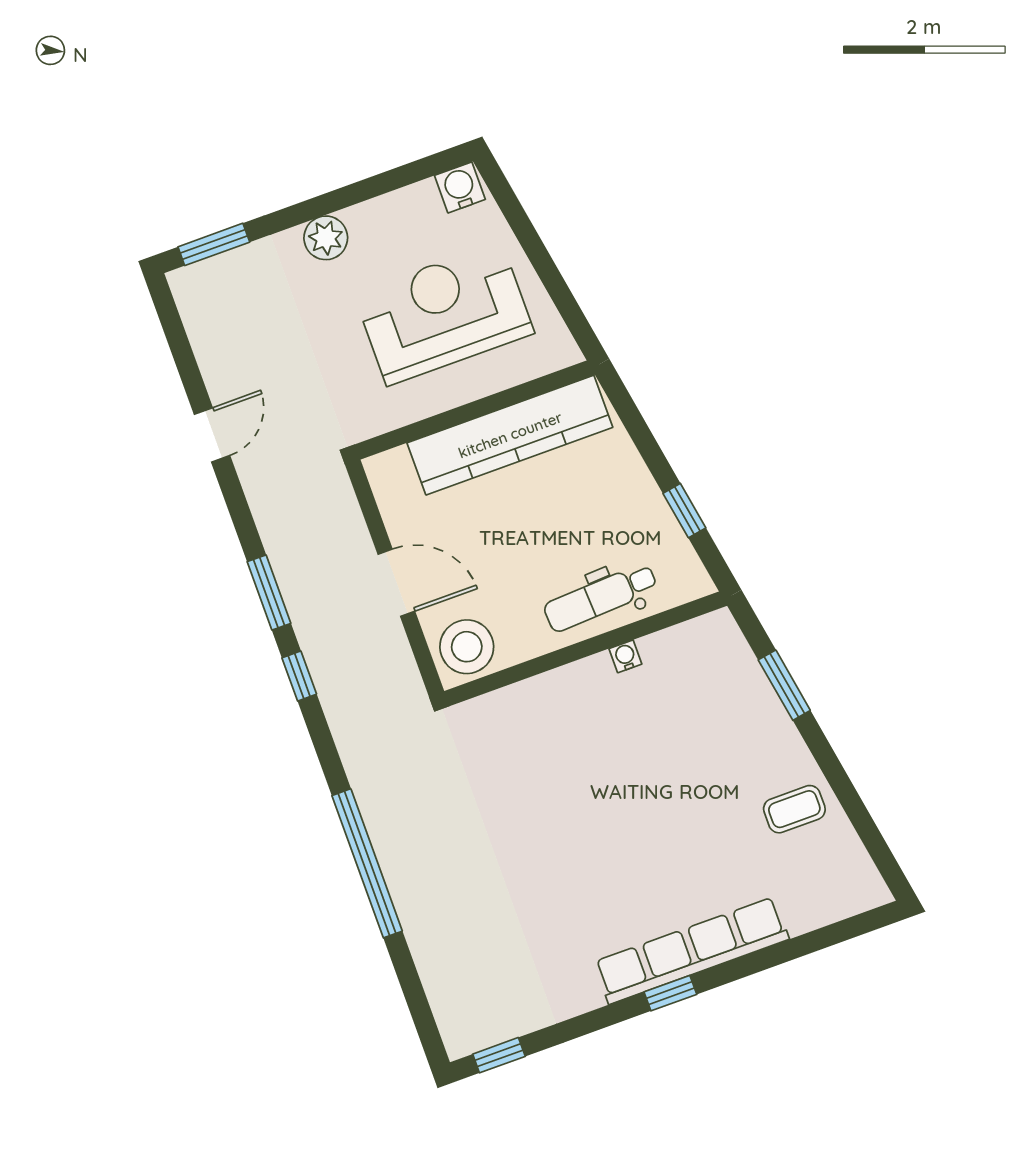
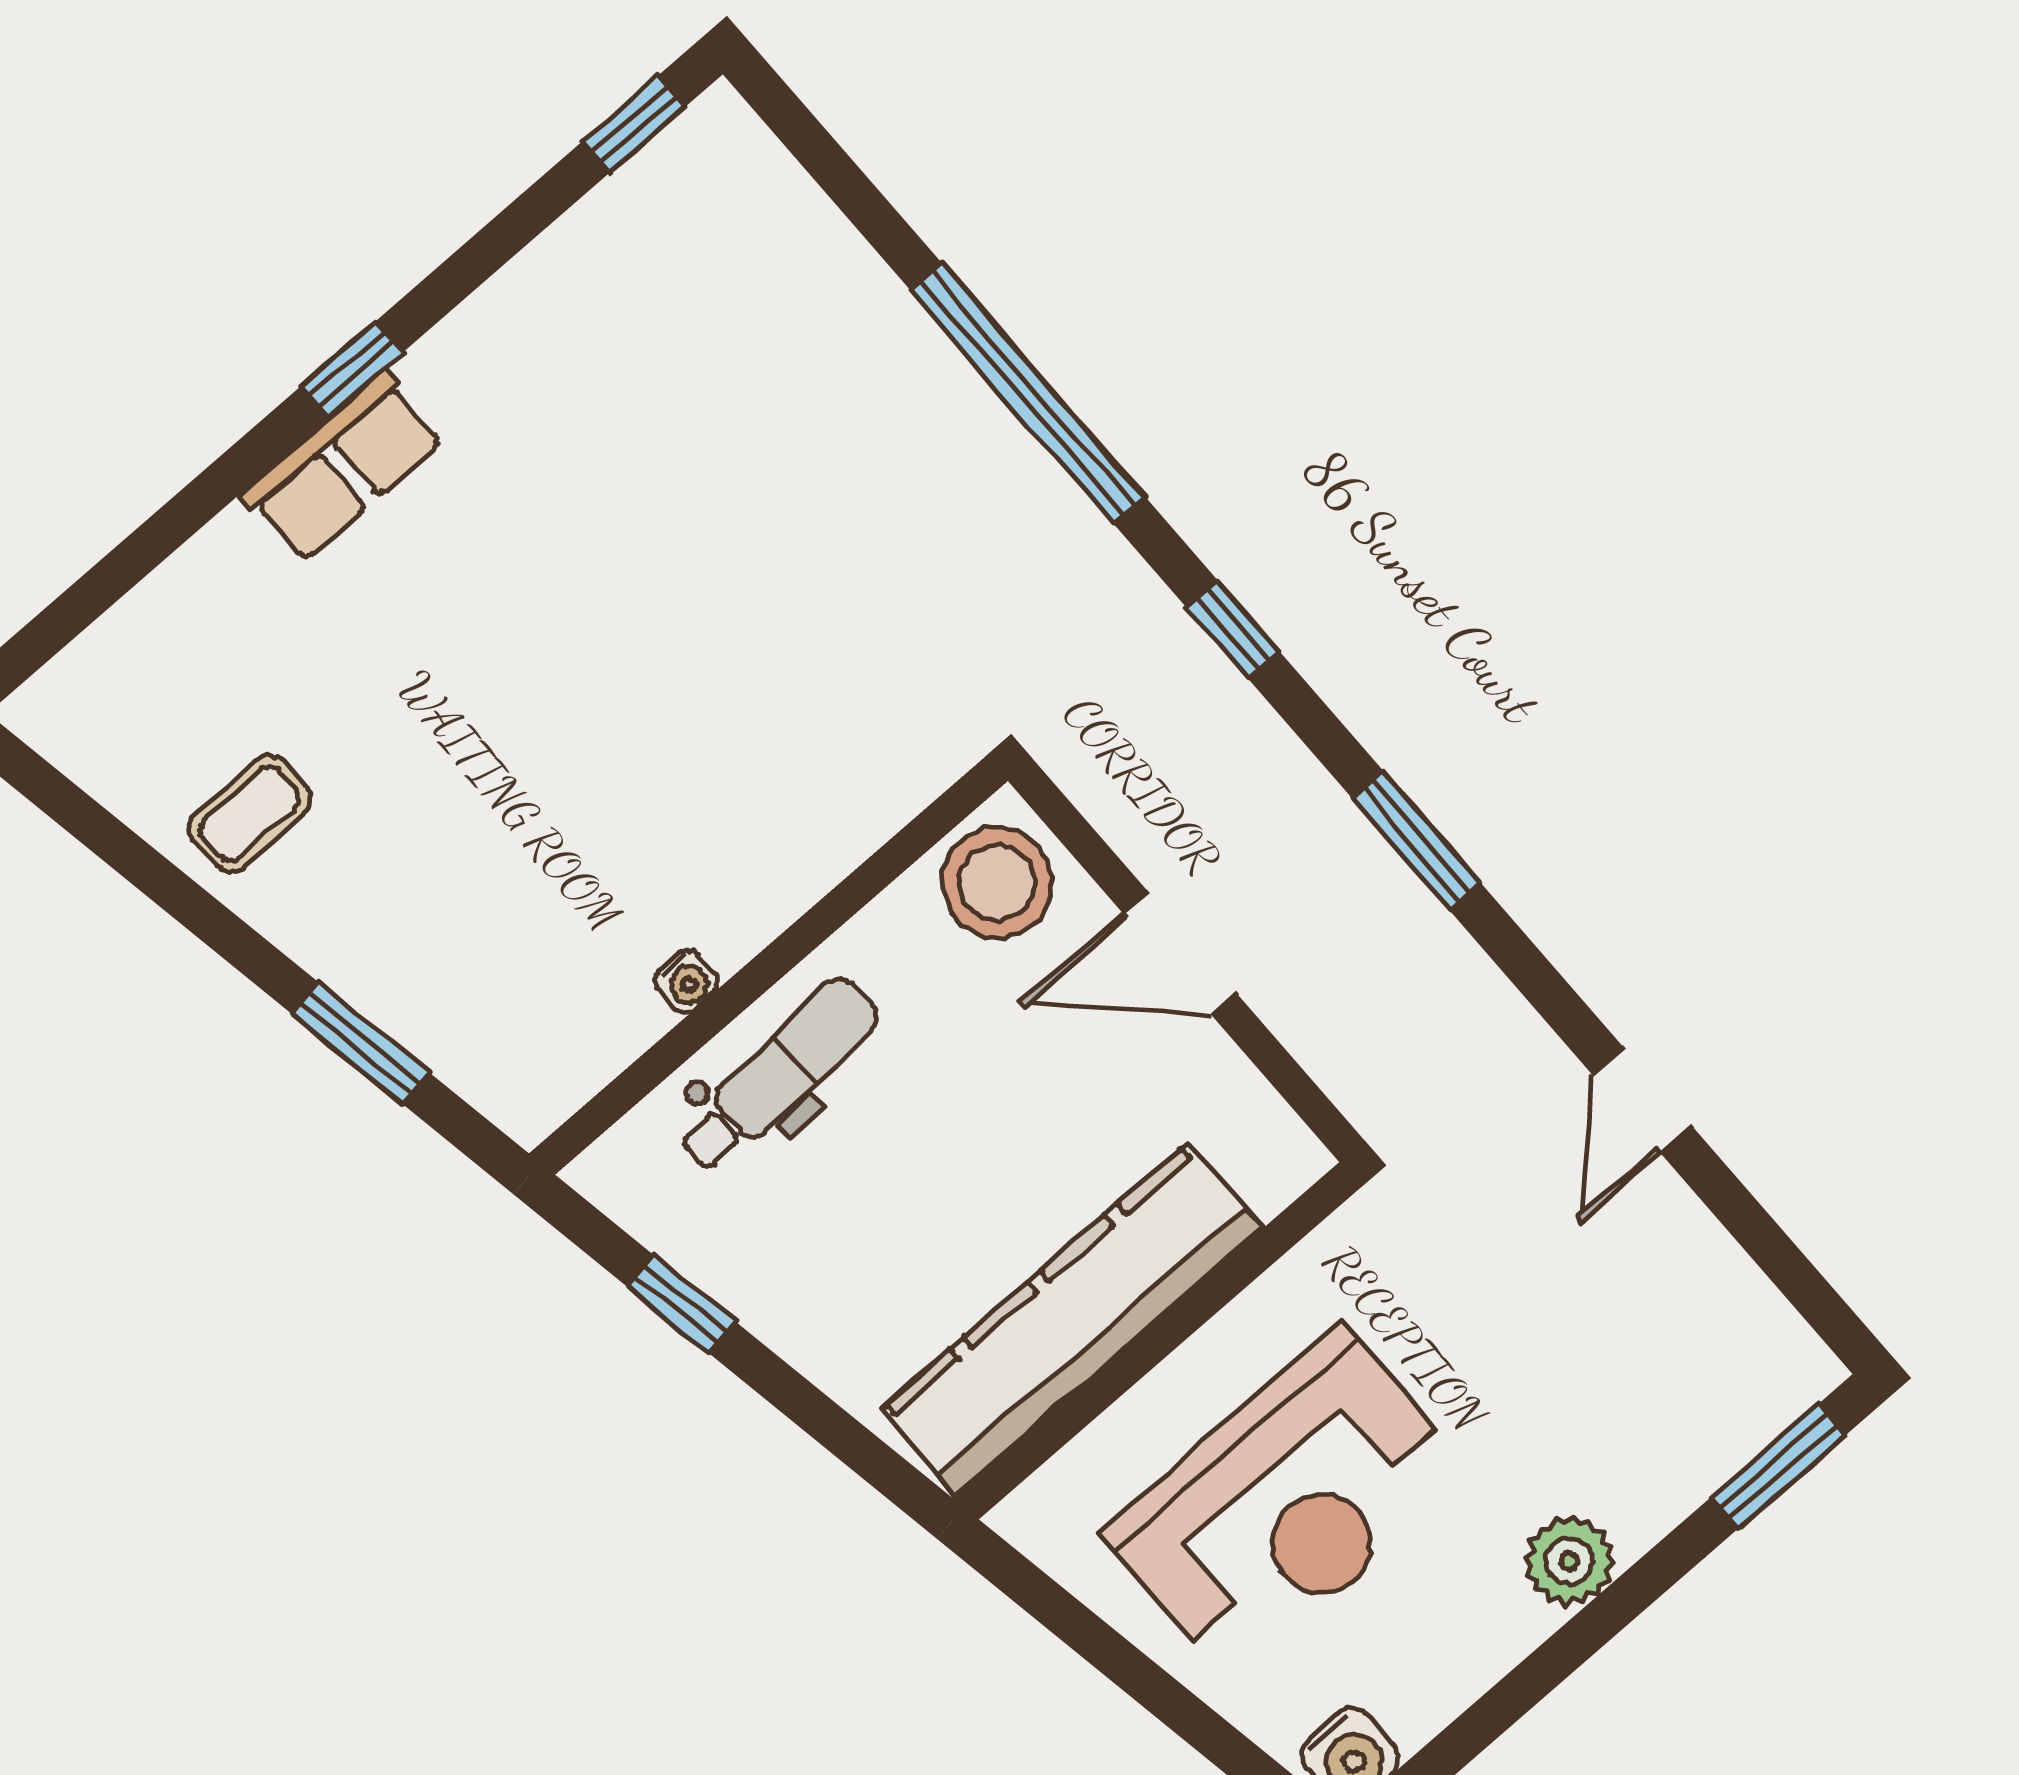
window: (299, 676) -> (1233, 630), moved
row of seats: (691, 951) -> (343, 467), width x0.50

